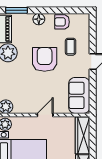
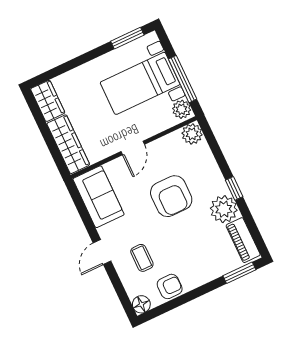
floor lamp: (39, 19) -> (141, 304), moved
armchair: (45, 59) -> (171, 196), moved

